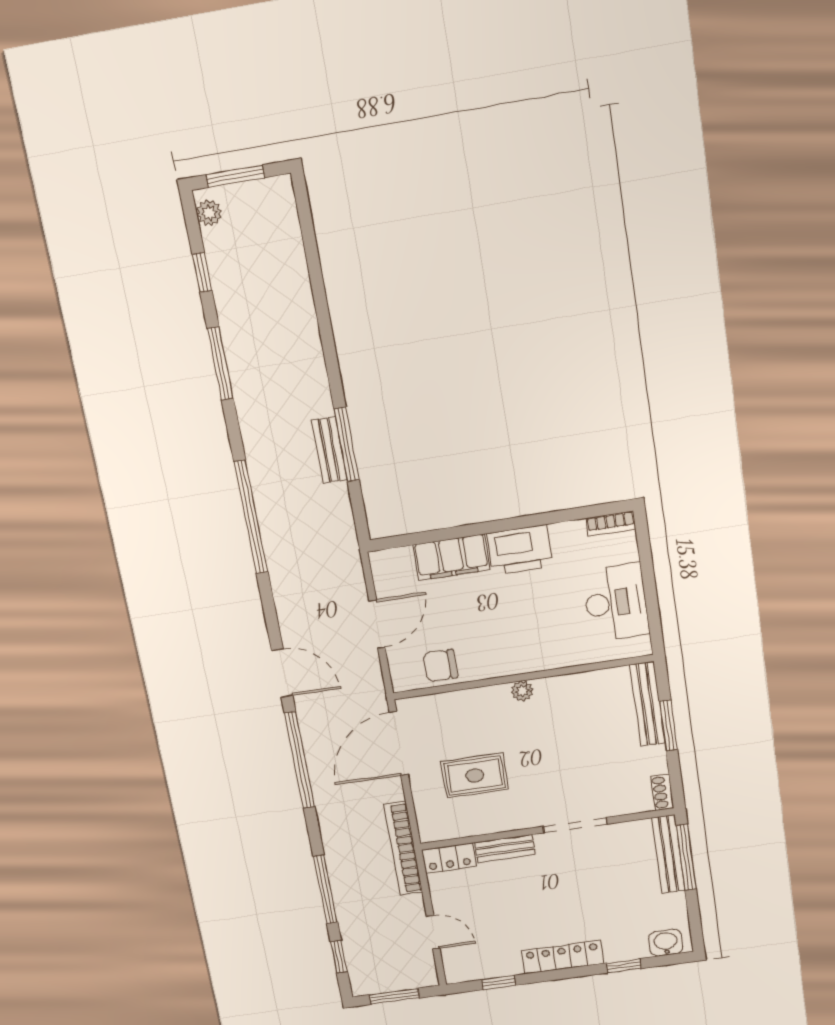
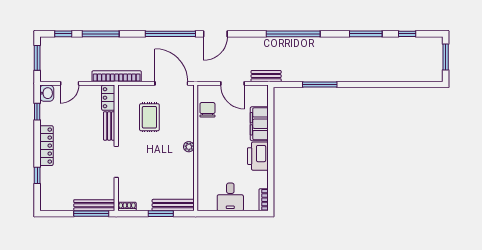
plant: (209, 213) -> (432, 42), removed
bench: (329, 450) -> (266, 76), moved
desk: (616, 603) -> (230, 197), width x0.73
washbasin: (666, 943) -> (47, 93), moved

